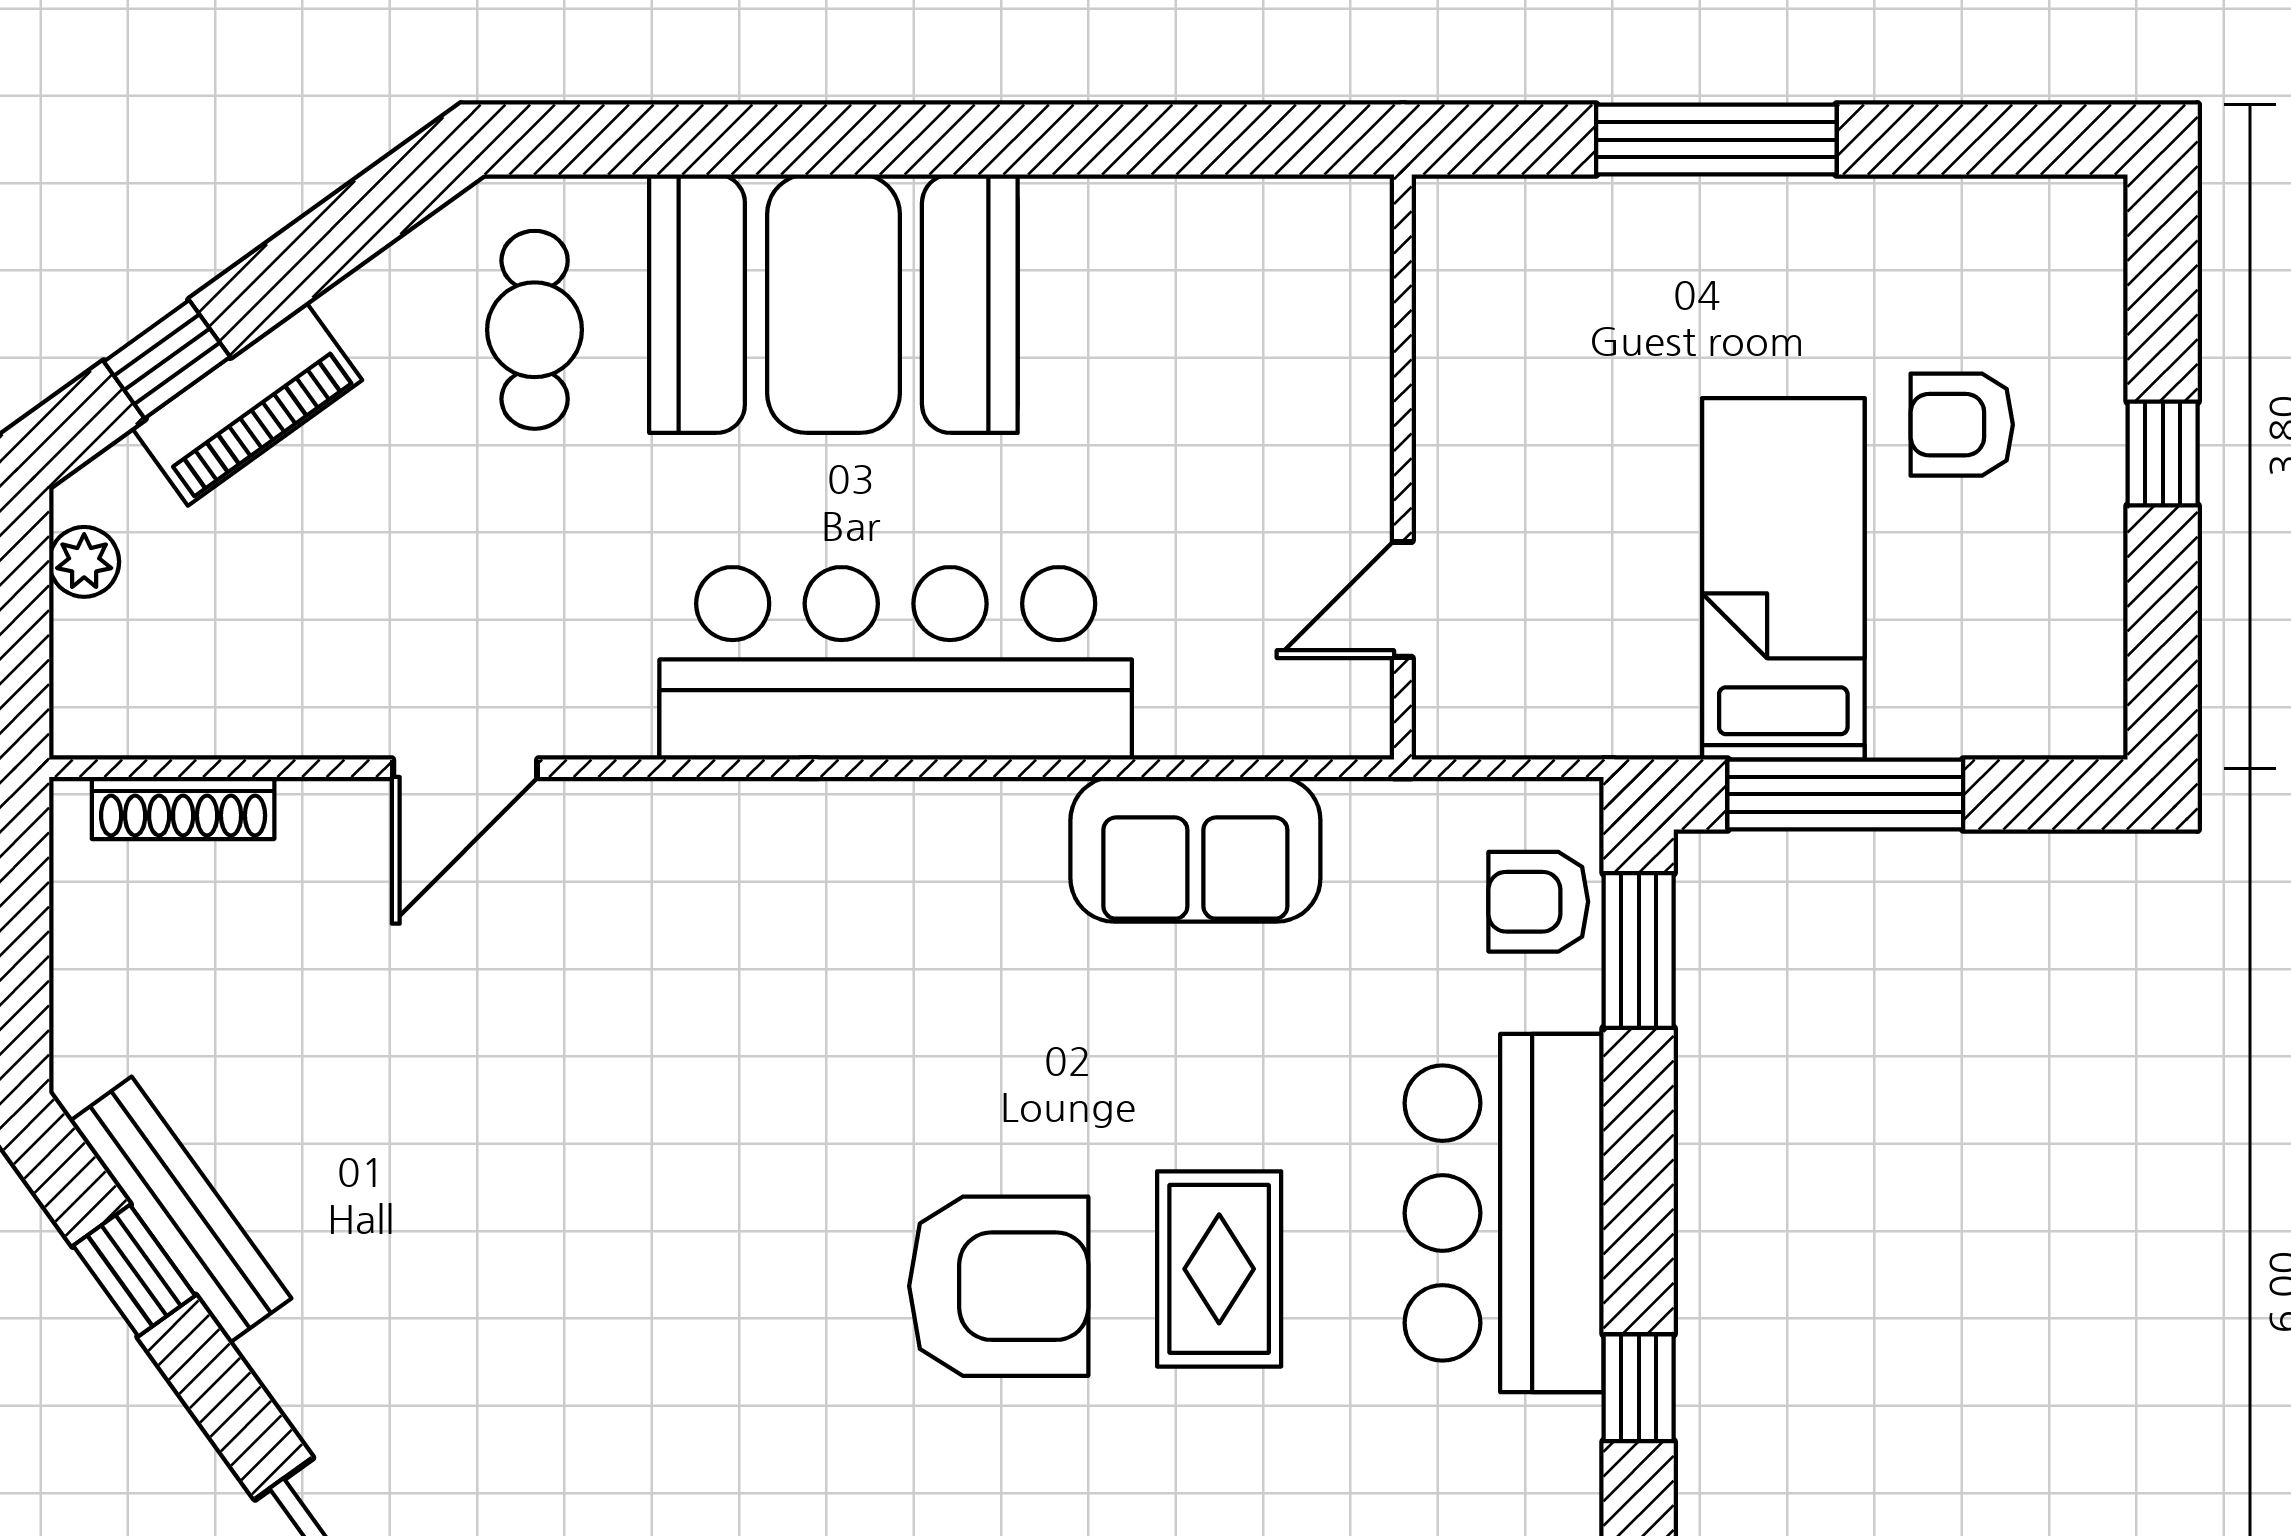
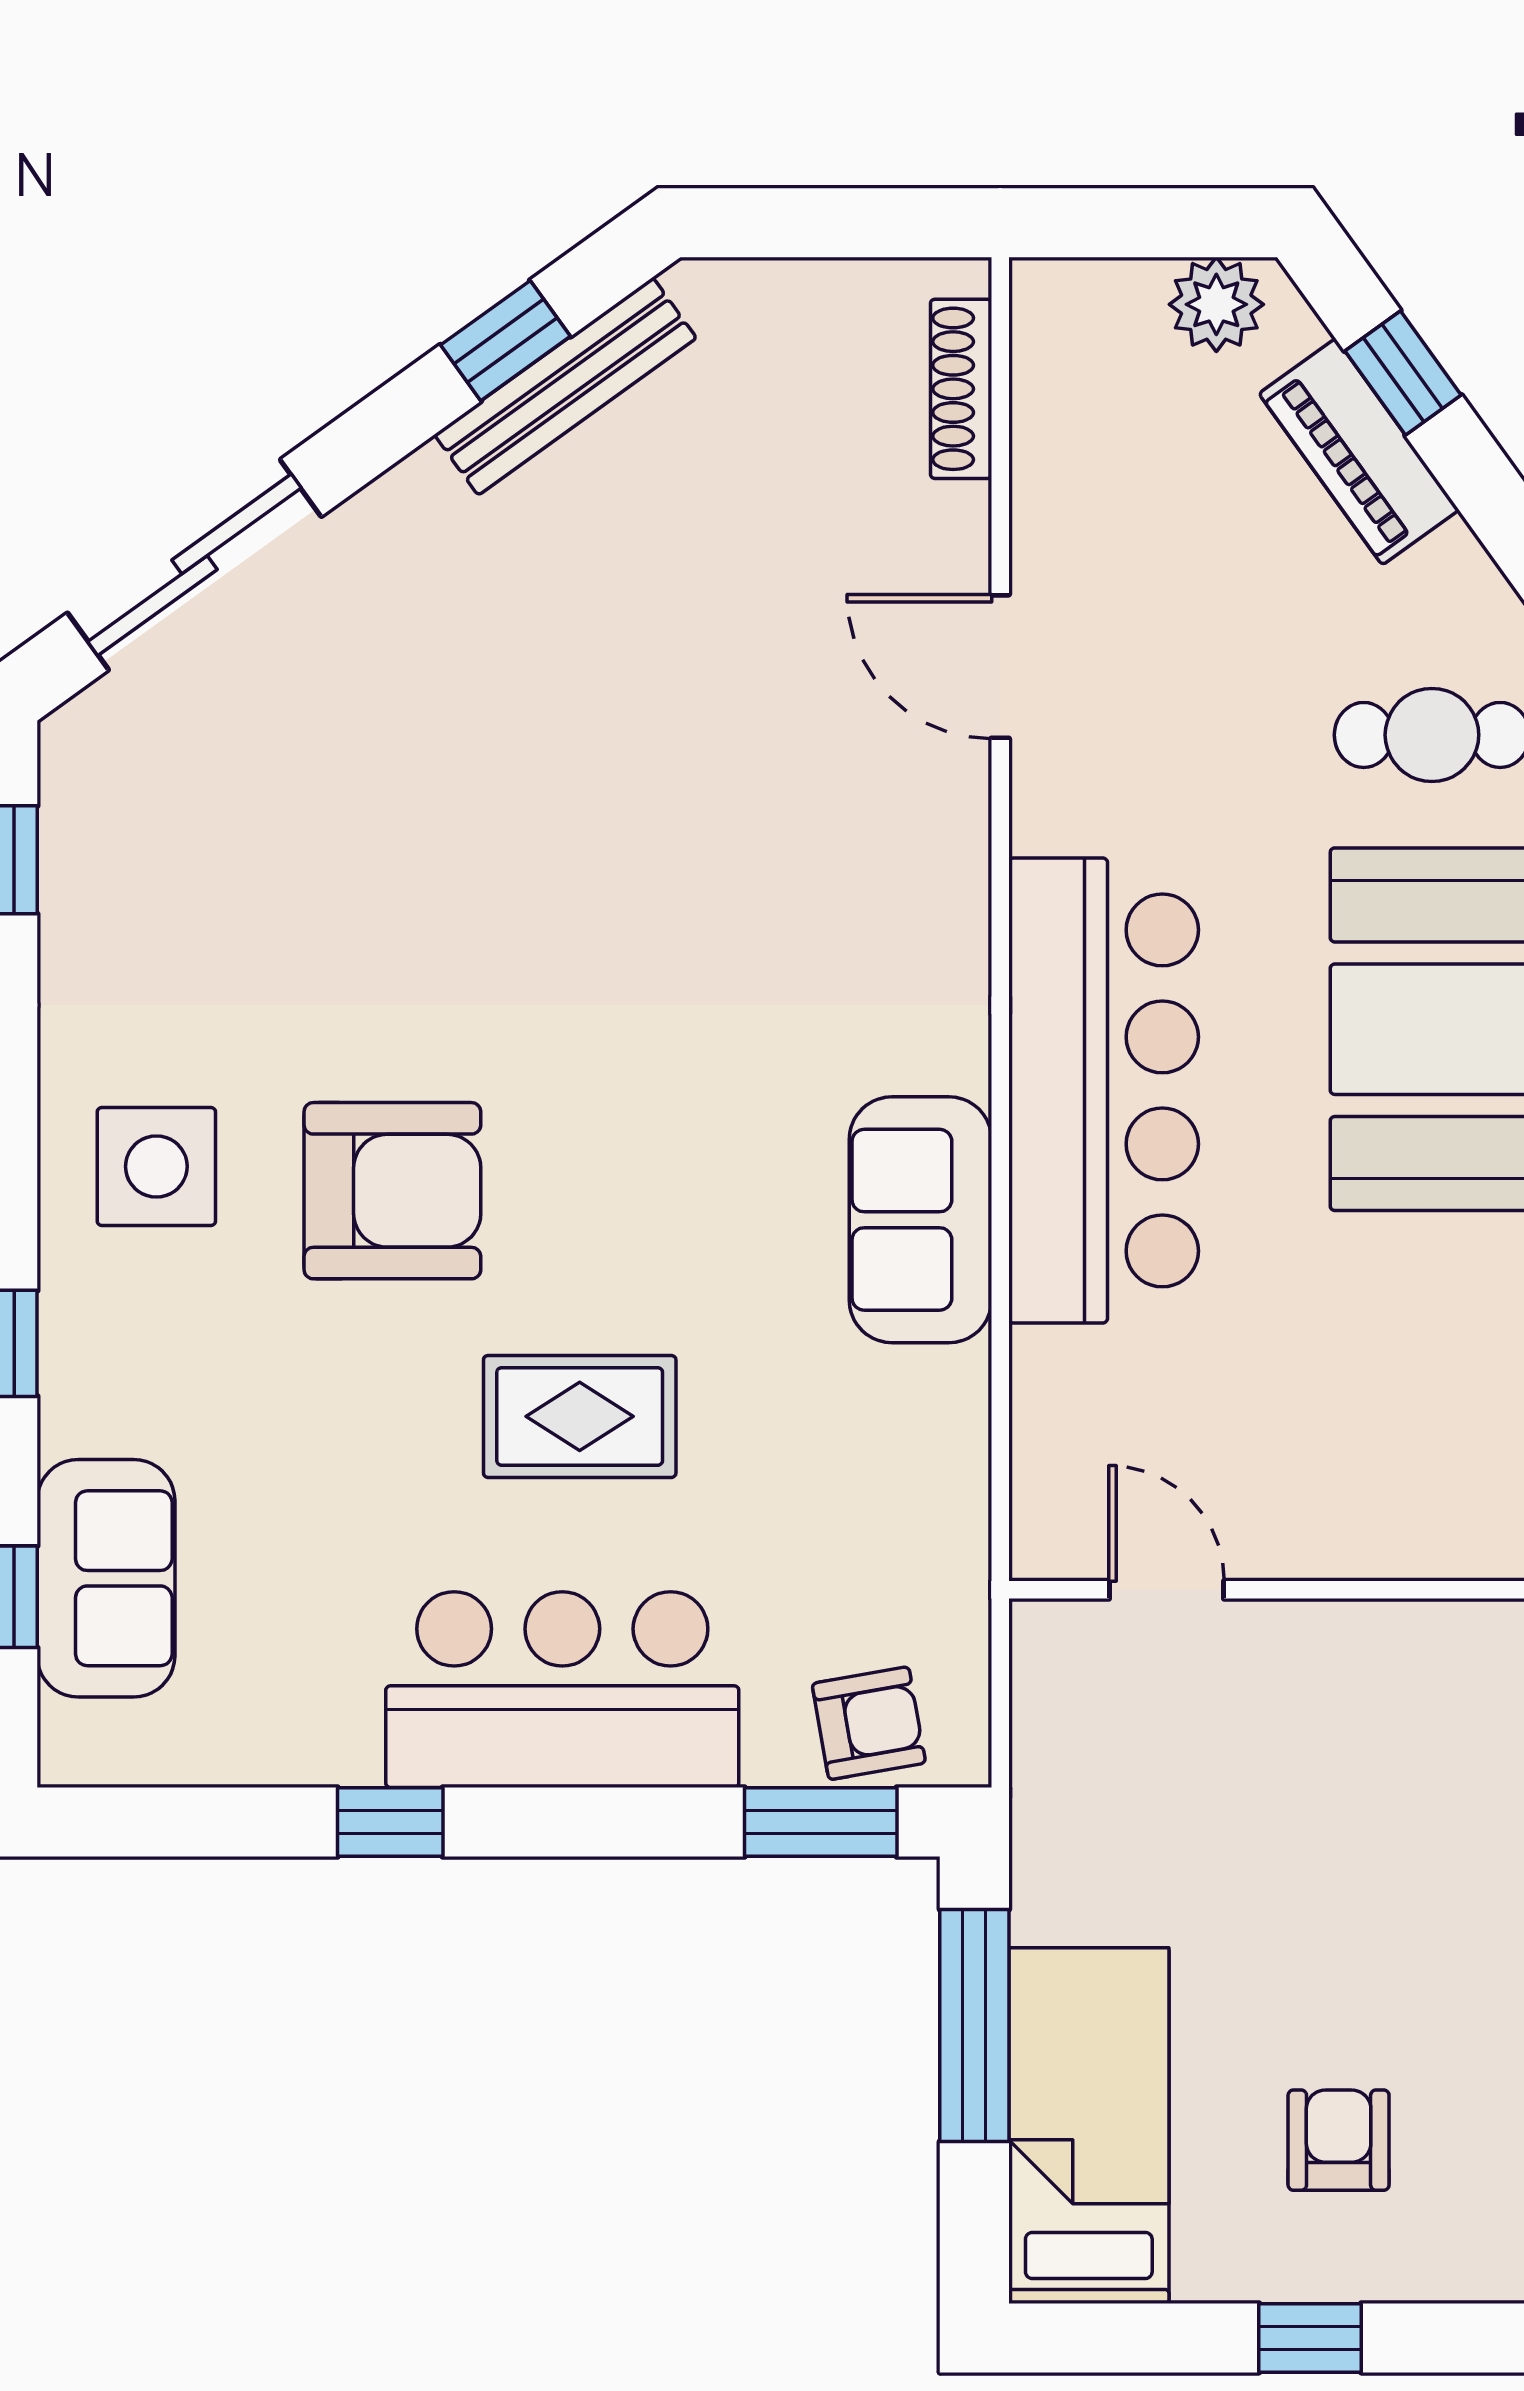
plant: (84, 562) -> (1216, 304), width x1.38, depth x1.38
bed: (1783, 579) -> (1089, 2126), moved, turned -90
sofa: (1195, 849) -> (920, 1220), moved
armchair: (1538, 902) -> (869, 1723), turned 80
rug: (1219, 1269) -> (580, 1416), moved
armchair: (999, 1286) -> (392, 1191), moved, turned -90

